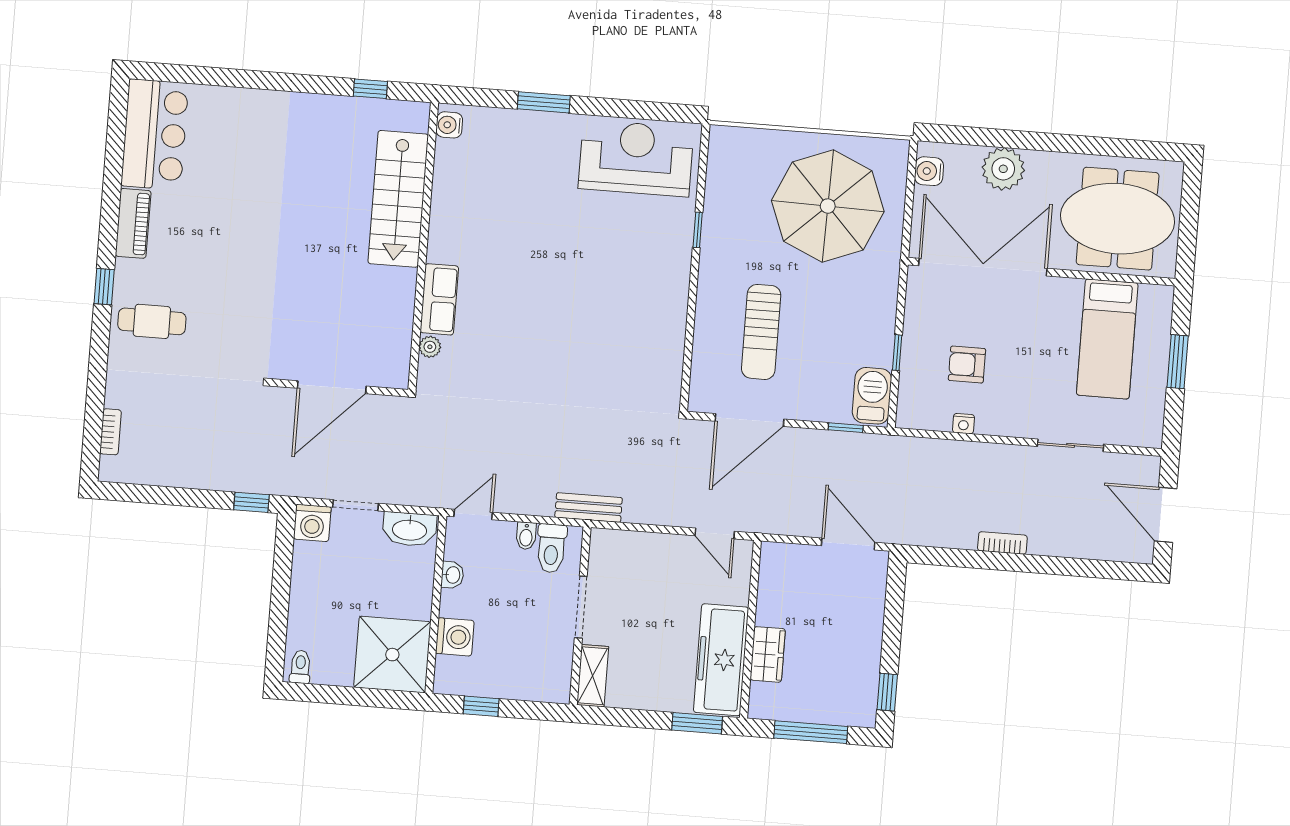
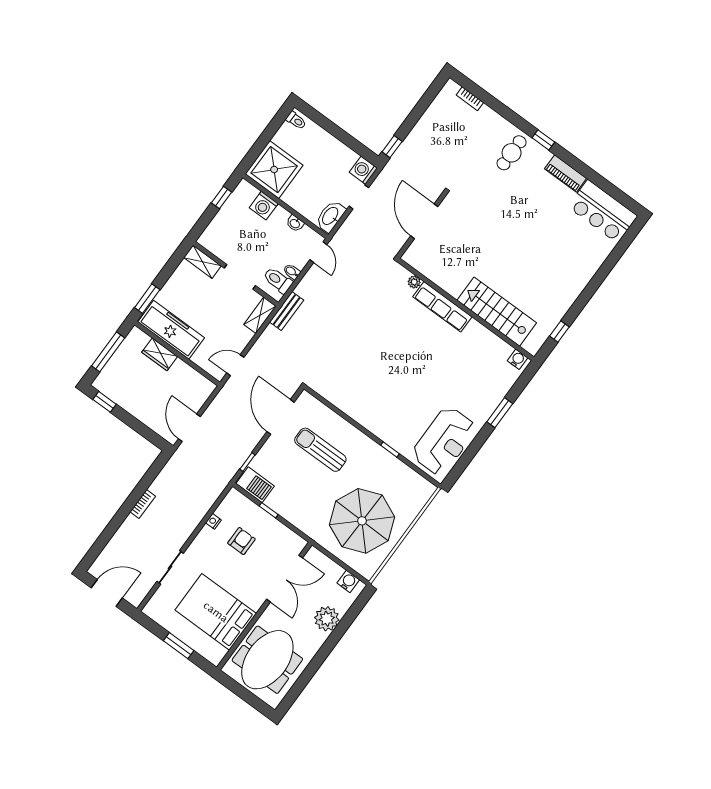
double door: (983, 267) -> (285, 579), width x0.73
row of seats: (439, 299) -> (442, 307), width x1.48
bed: (1107, 339) -> (216, 612), width x1.50
shelving: (619, 543) -> (260, 315), added
door: (848, 544) -> (189, 428), swing flipped

